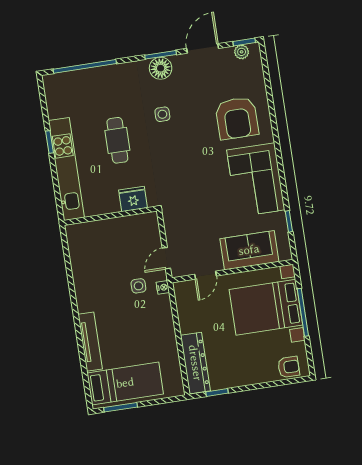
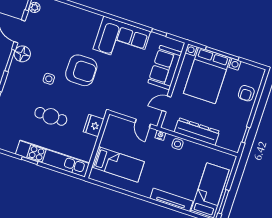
floor lamp: (161, 68) -> (22, 54), moved
armchair: (237, 118) -> (81, 70), moved
bed: (100, 253) -> (118, 164), added
door: (206, 275) -> (167, 104), swing flipped
side table: (138, 286) -> (178, 144), moved
dresser: (195, 363) -> (197, 132), moved
armchair: (289, 367) -> (246, 93), moved, turned 180

